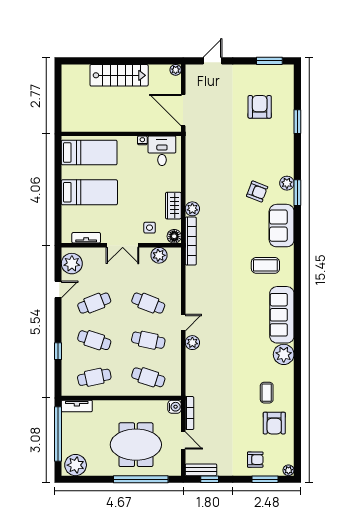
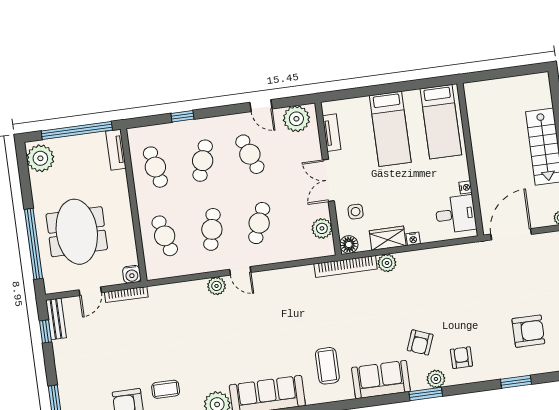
nightstand: (176, 186) -> (413, 239), added
cafe table: (148, 377) -> (165, 236), turned -33
armchair: (255, 460) -> (461, 358), moved, turned 180

